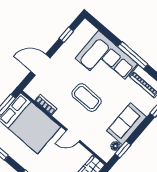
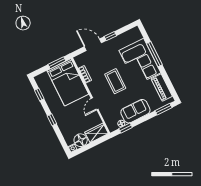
window: (66, 35) -> (110, 36), moved
window: (133, 55) -> (154, 54), moved
door: (73, 136) -> (95, 104), hinge flipped

